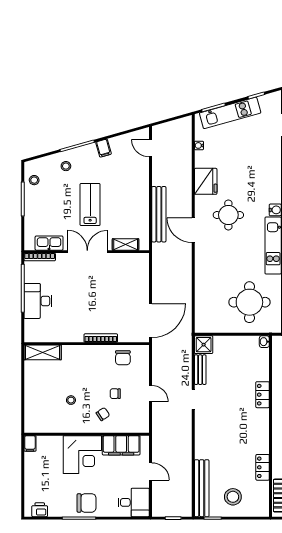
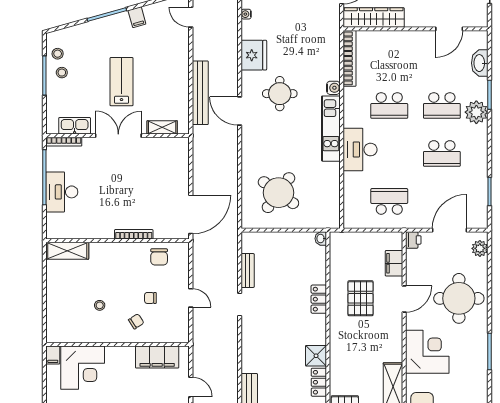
stool: (66, 166) -> (62, 73), moved
round table: (249, 302) -> (278, 193), moved, turned 36
shower: (204, 345) -> (316, 356), moved
corner desk: (82, 455) -> (83, 368), moved

